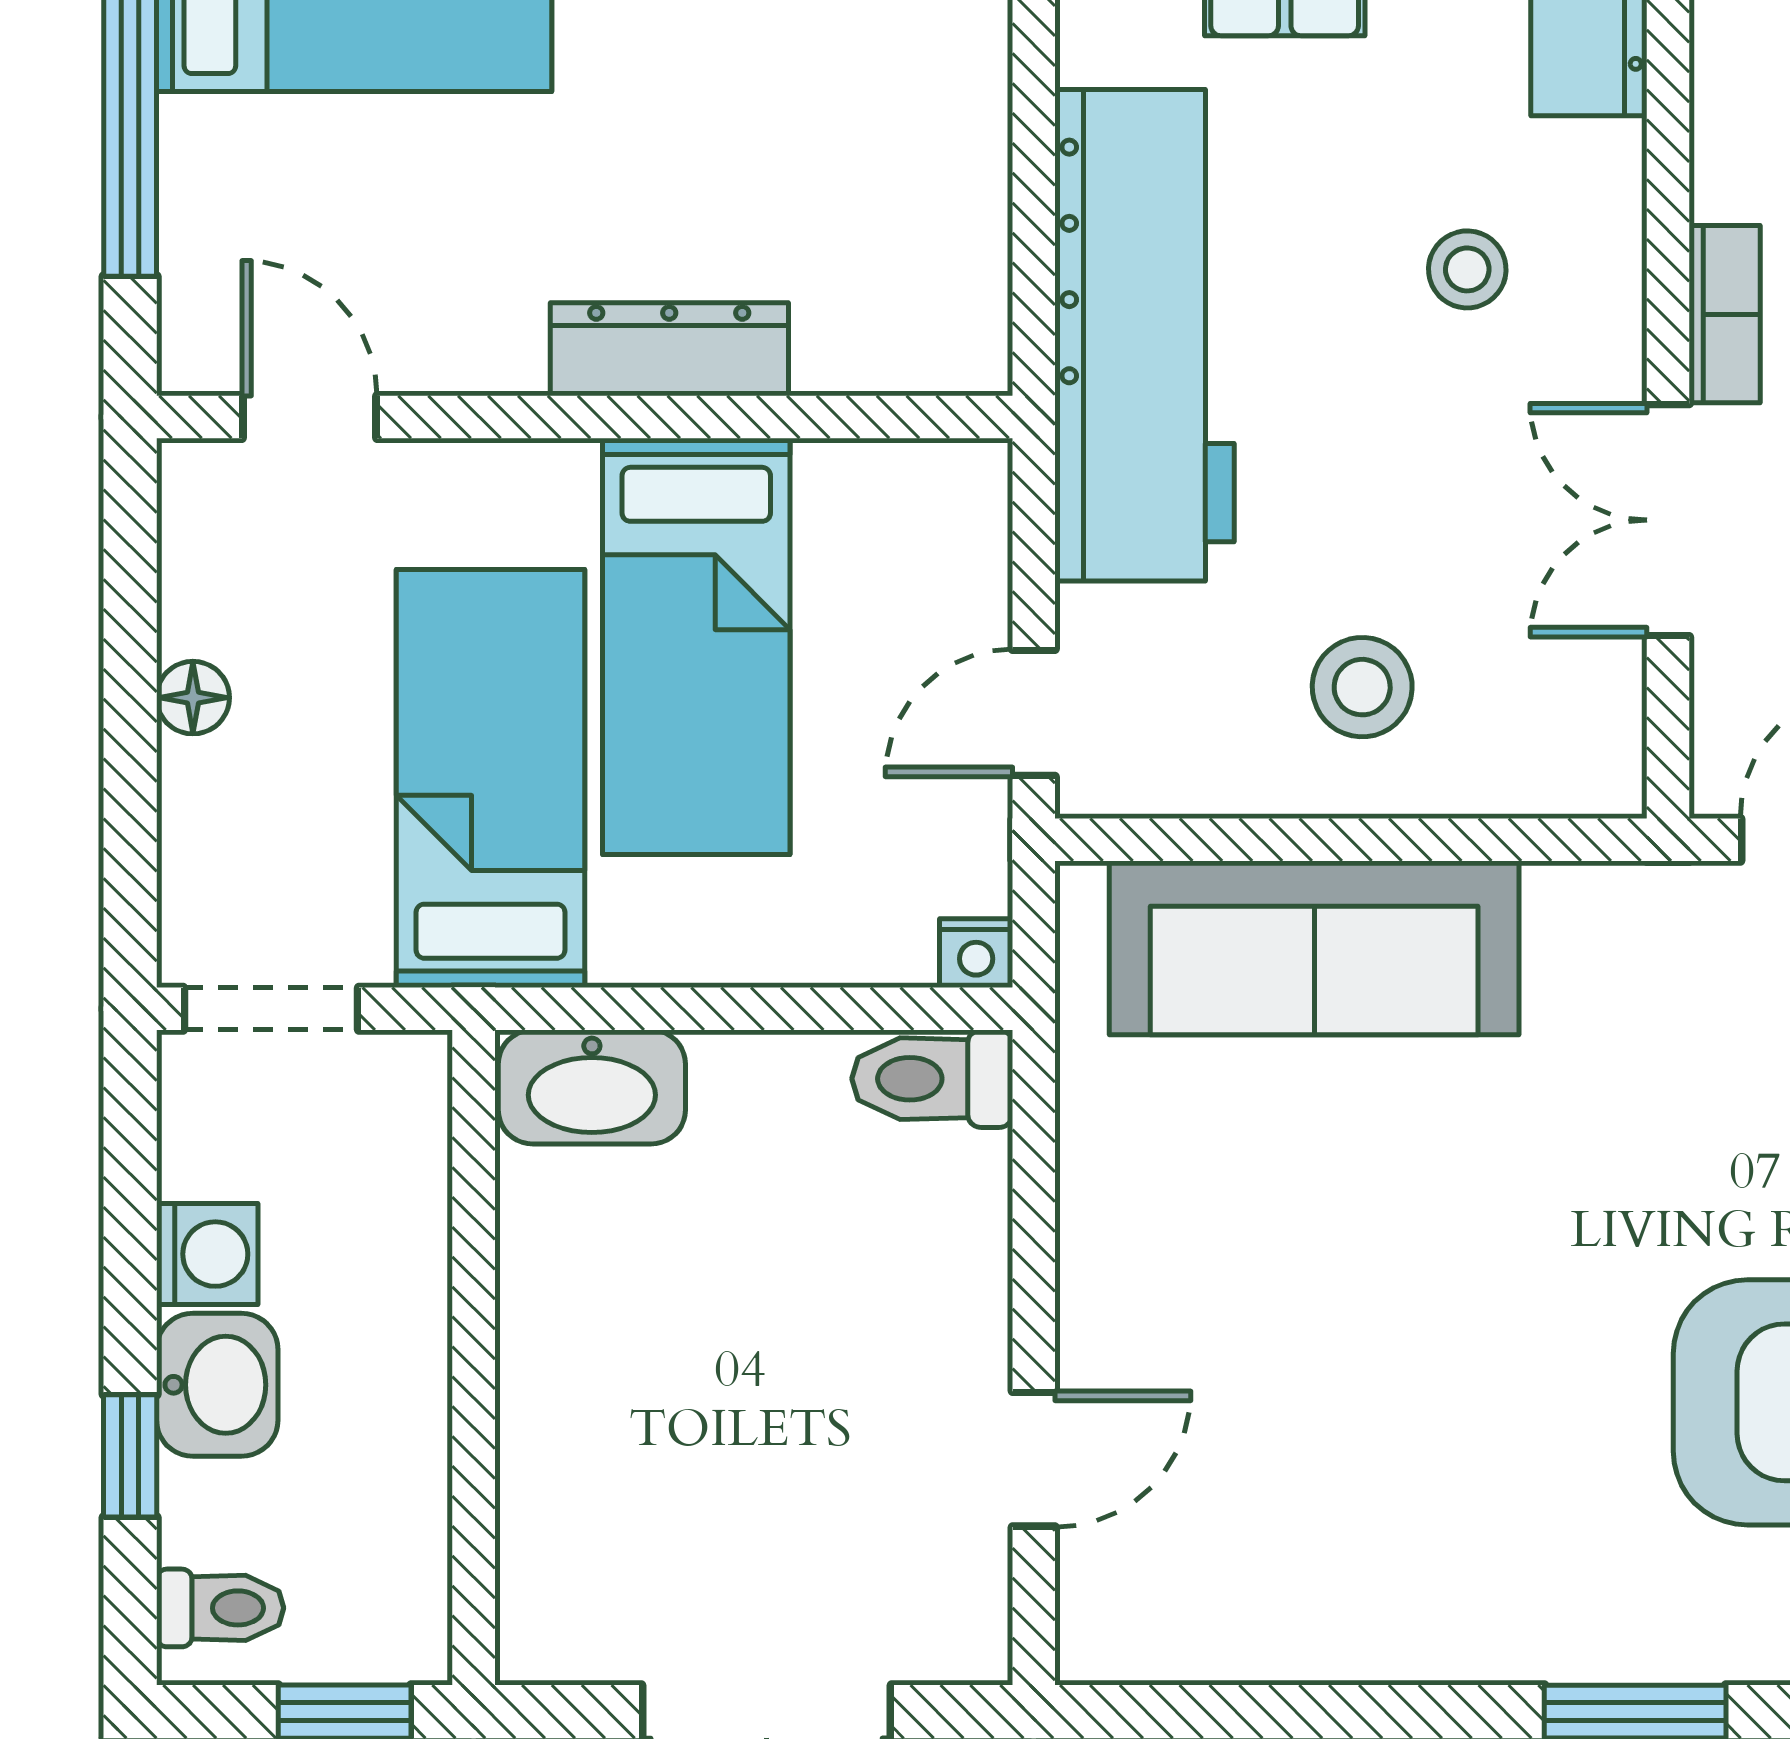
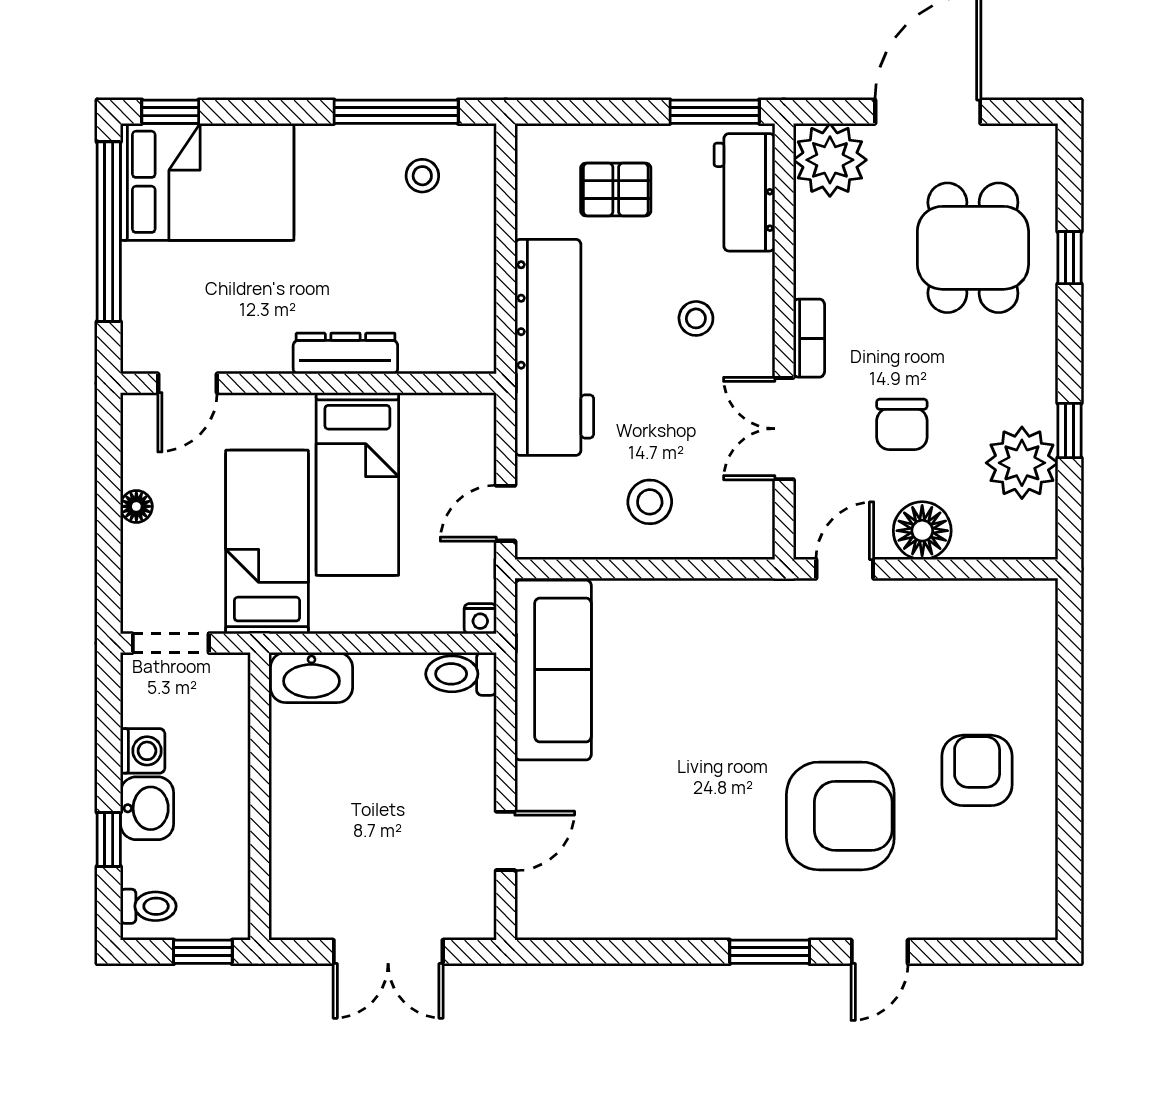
door: (309, 417) -> (187, 383), swing flipped
sofa: (1314, 948) -> (553, 670), moved, turned -90

